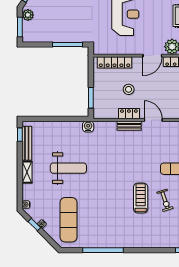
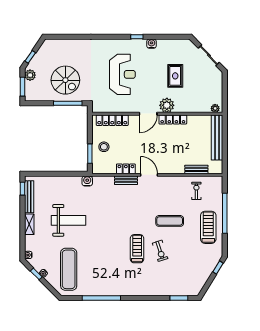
spiral stairs: (65, 20) -> (65, 80), added
stool: (129, 89) -> (104, 147), moved

